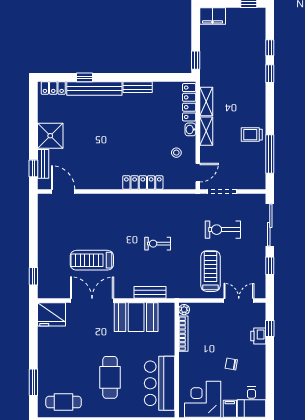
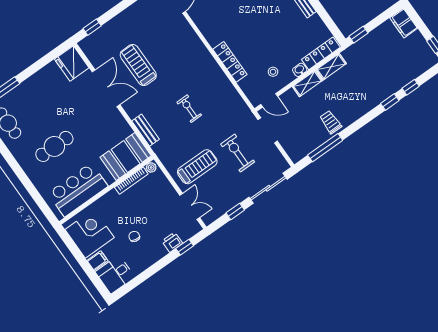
booth: (136, 317) -> (126, 157), moved, turned 90

